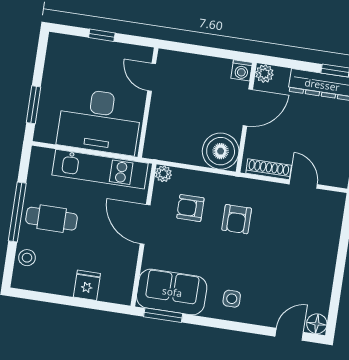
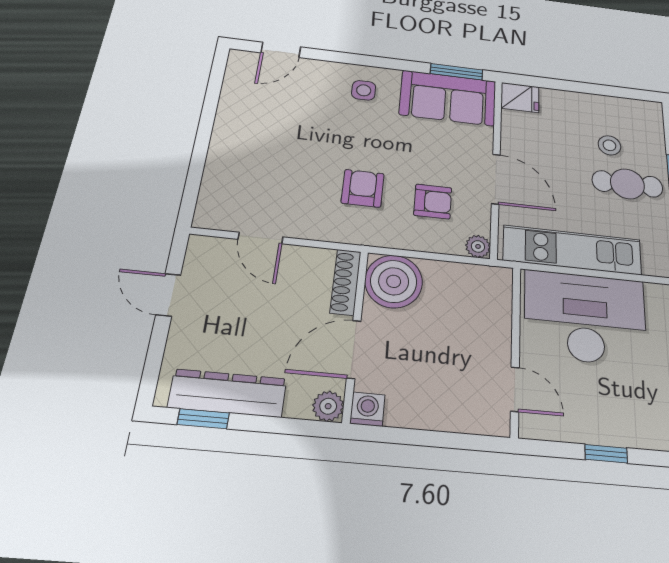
shoe rack: (269, 169) -> (346, 282), moved, turned 90
stool: (27, 258) -> (609, 145), moved
fridge: (87, 285) -> (520, 97), moved, turned -90
floor lamp: (317, 324) -> (241, 61), removed

